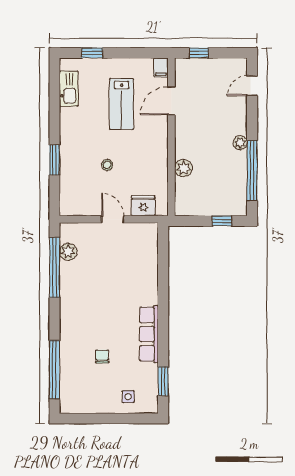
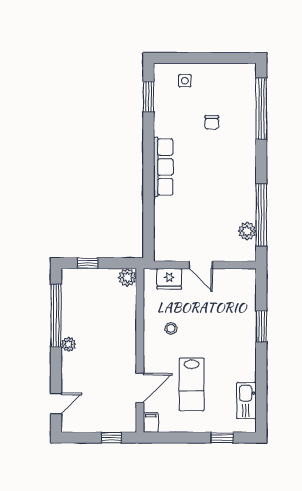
lab bench: (122, 104) -> (192, 384), turned 180
stool: (107, 165) -> (171, 328), moved
plant: (184, 168) -> (127, 277), moved
row of seats: (149, 334) -> (163, 167), moved

